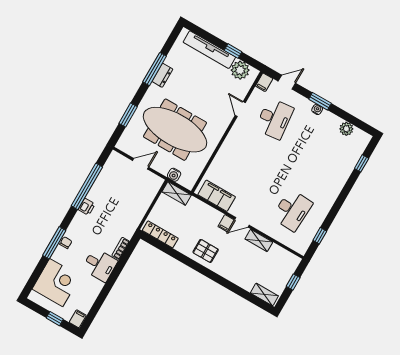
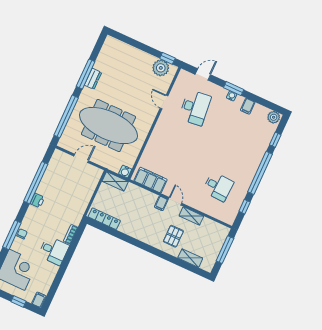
tv unit: (209, 50) -> (132, 52), removed
window: (233, 51) -> (167, 58), moved
filing cabinet: (264, 82) -> (248, 106), moved
window: (128, 115) -> (66, 116), width x2.11
plant: (346, 129) -> (274, 117), moved
water cooler: (174, 175) -> (125, 171), moved
window: (341, 199) -> (260, 173), added
desk: (292, 210) -> (218, 187), width x0.73
door: (242, 222) -> (175, 201), swing flipped
pallet: (206, 251) -> (173, 236), moved, turned 90
window: (293, 282) -> (225, 250), width x2.17
shelving: (264, 294) -> (190, 258), moved

